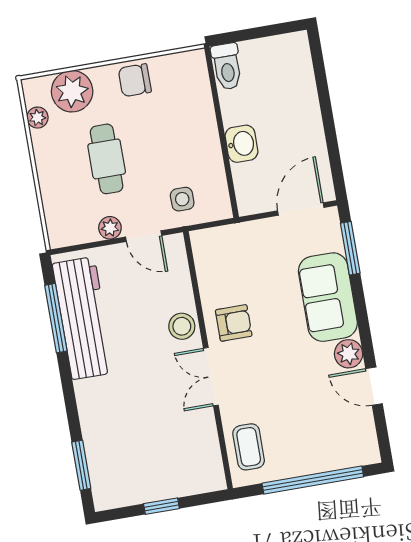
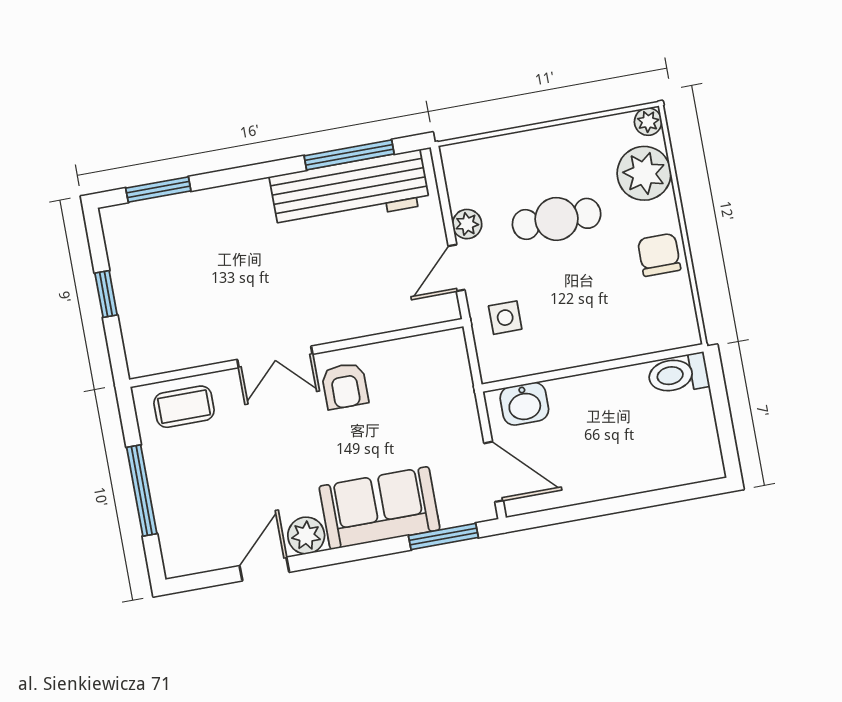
plant: (37, 118) -> (648, 122), moved
washbasin: (242, 144) -> (524, 404), moved
stool: (182, 326) -> (340, 319), removed
double door: (211, 377) -> (275, 357), swing flipped
window: (313, 480) -> (142, 490), width x0.68

